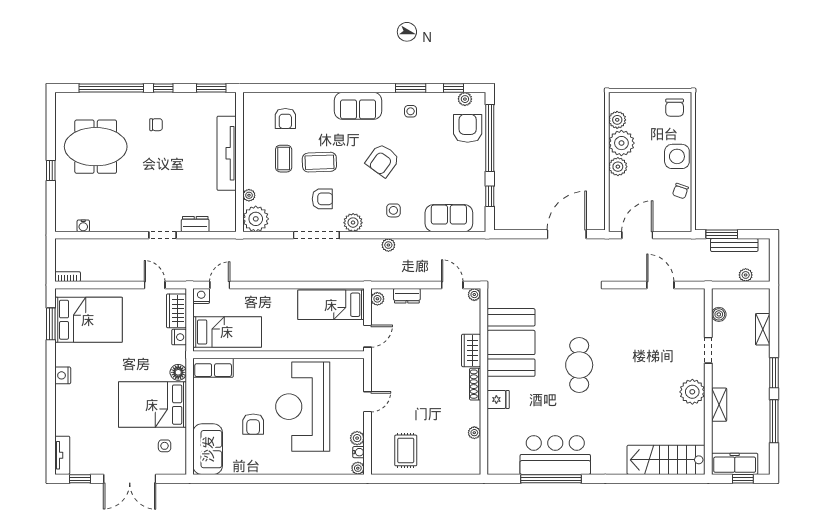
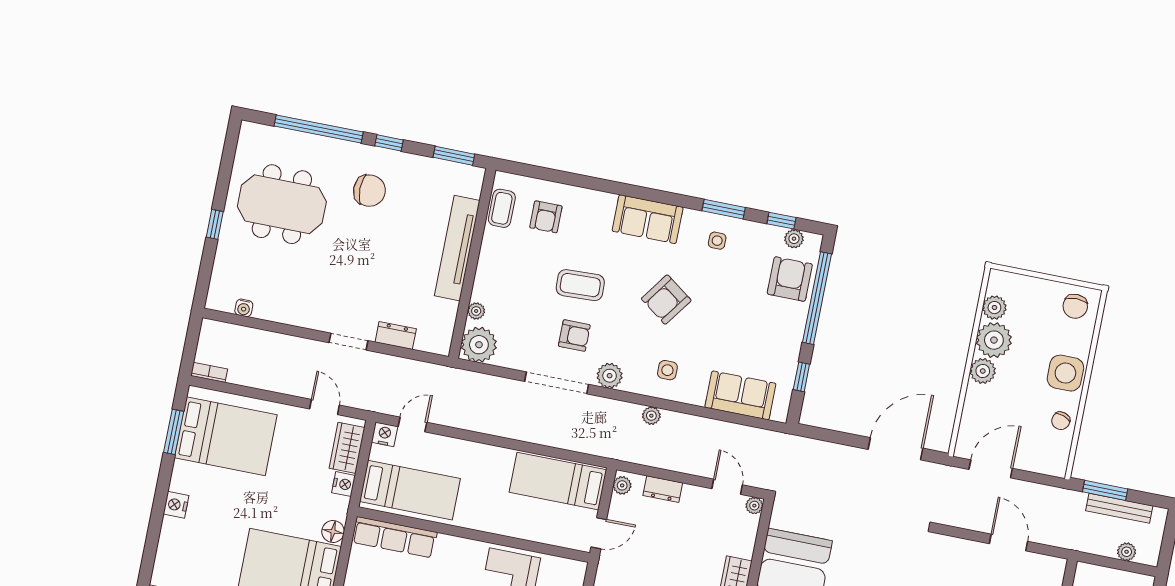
chair: (156, 125) -> (369, 191), width x1.87, depth x1.87
coffee table: (284, 159) -> (502, 208), moved
row of seats: (213, 368) -> (394, 537), width x1.48

